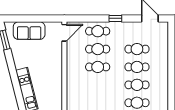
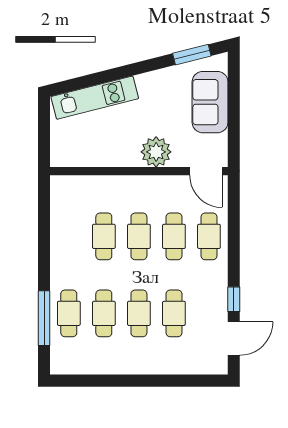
window: (115, 18) -> (234, 299), moved
plant: (55, 58) -> (156, 152), added
cafe table: (98, 85) -> (104, 236), added

